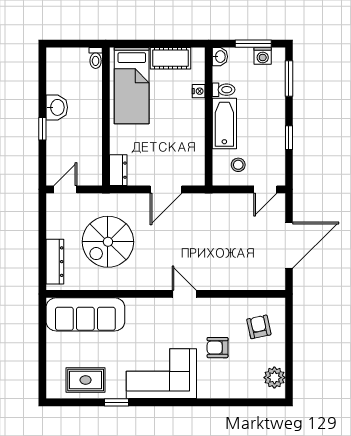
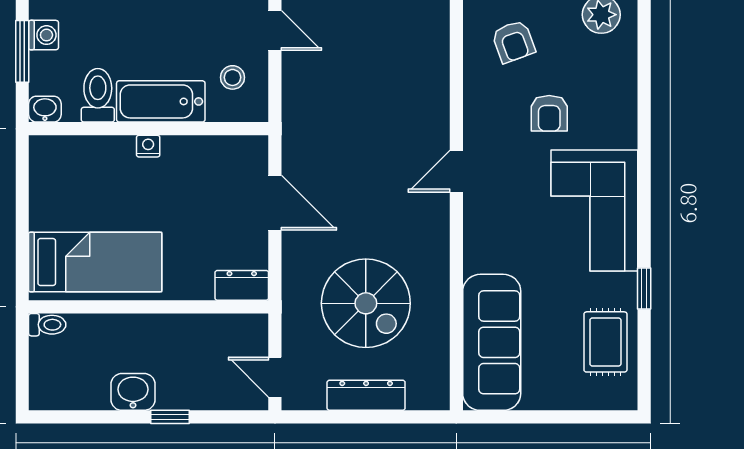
cot: (171, 58) -> (48, 195), removed
toilet: (224, 90) -> (98, 95), width x1.37, depth x1.39
nightstand: (199, 91) -> (148, 146), moved
dresser: (55, 262) -> (366, 395), moved
armchair: (259, 327) -> (513, 42), turned -98

